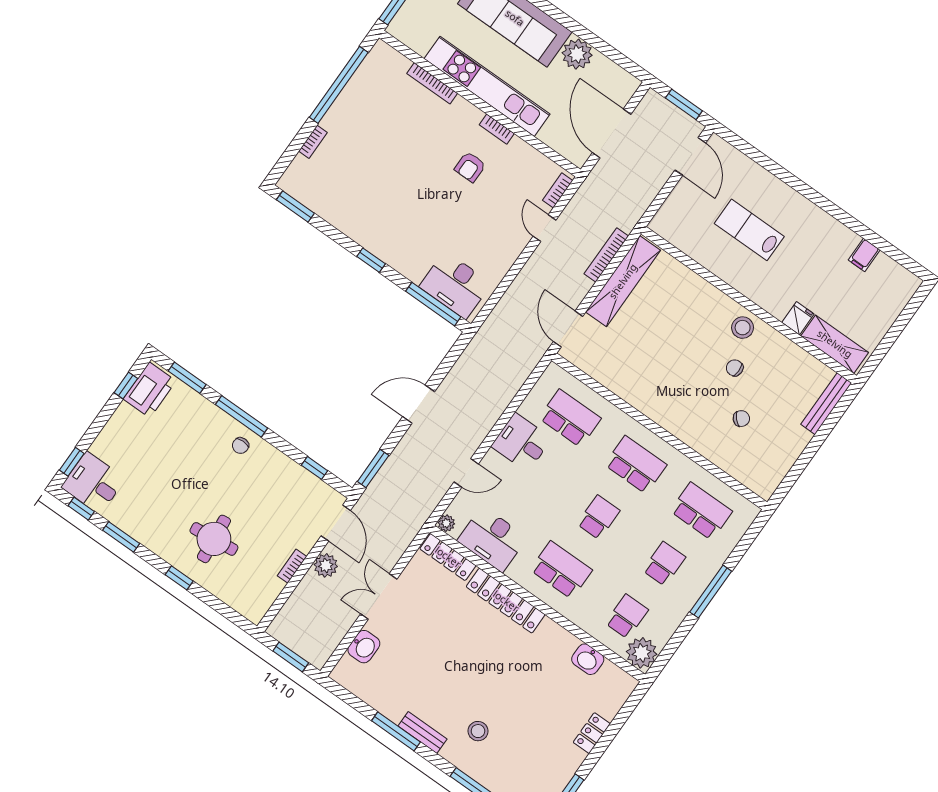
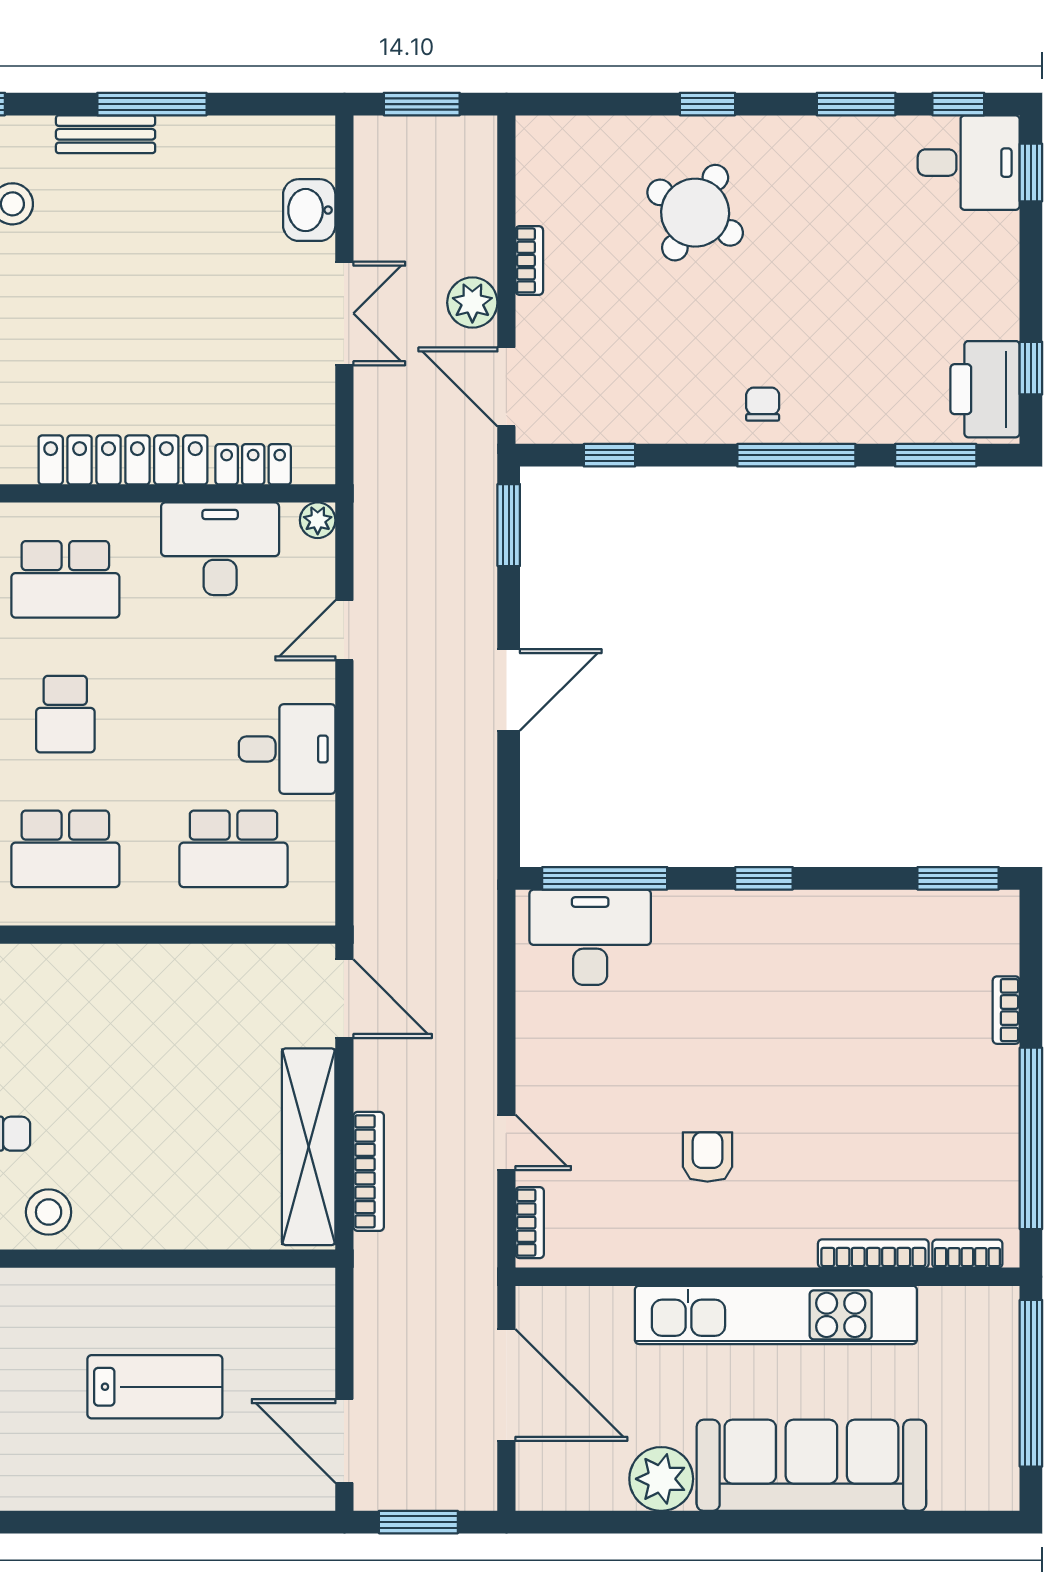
bookcase: (497, 129) -> (967, 1254), moved
round table: (214, 539) -> (695, 213), turned 36
locker: (448, 557) -> (253, 464), width x0.66

